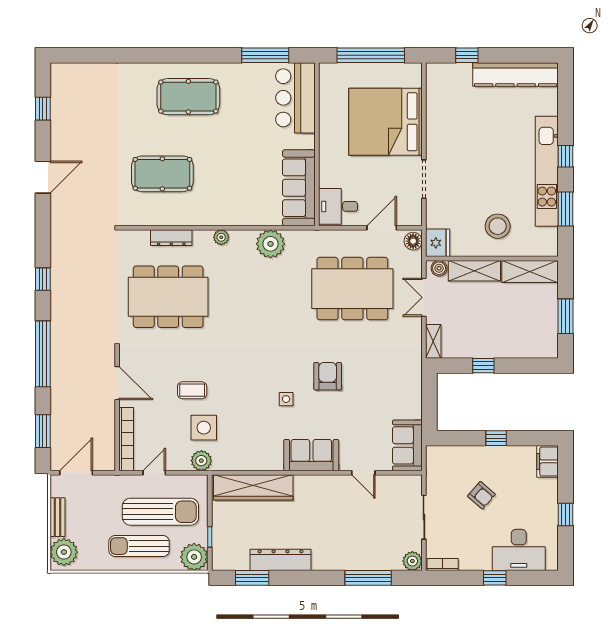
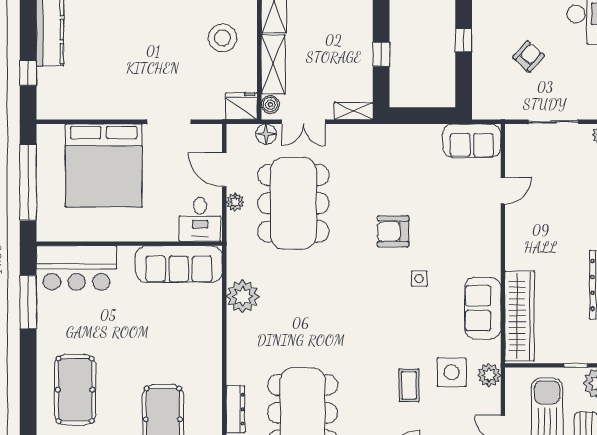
plant: (221, 237) -> (235, 202), moved
floor lamp: (413, 241) -> (266, 134), moved
sofa: (311, 455) -> (483, 308), moved

